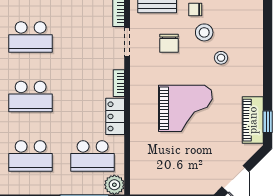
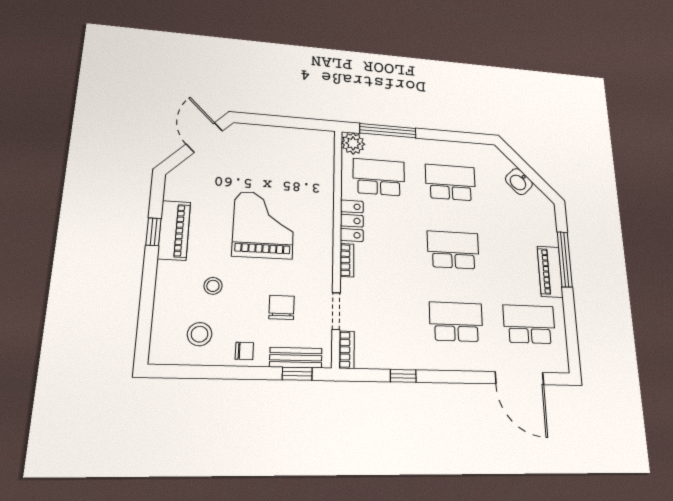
stool: (204, 32) -> (200, 334), moved
grand piano: (185, 108) -> (264, 225), turned 90
piano: (253, 120) -> (174, 230), moved
window: (268, 122) -> (153, 232), moved

